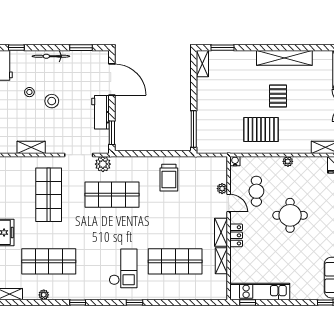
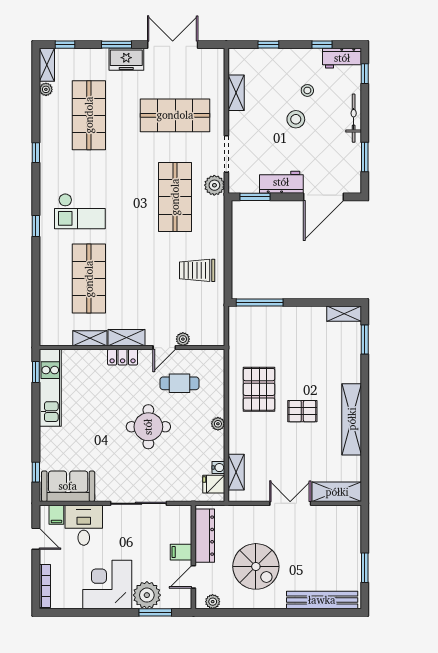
water cooler: (235, 161) -> (218, 468), moved
plant: (44, 295) -> (46, 89), moved

